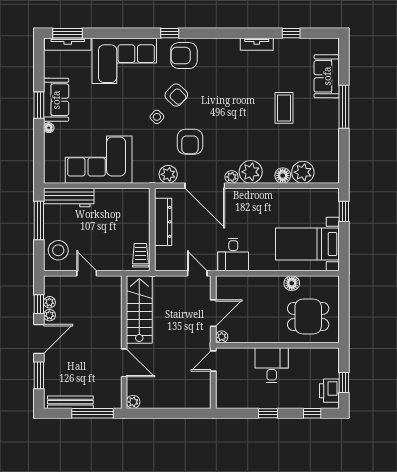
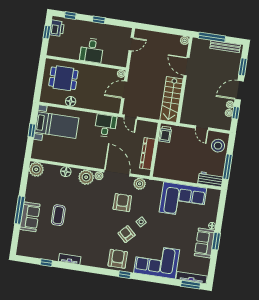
armchair: (184, 56) -> (118, 259), turned -90
sofa: (327, 76) -> (30, 217), moved
plant: (303, 172) -> (36, 169), moved
workbench: (69, 197) -> (210, 179), width x0.73
window: (344, 211) -> (32, 130), moved
door: (213, 361) -> (131, 44), moved

